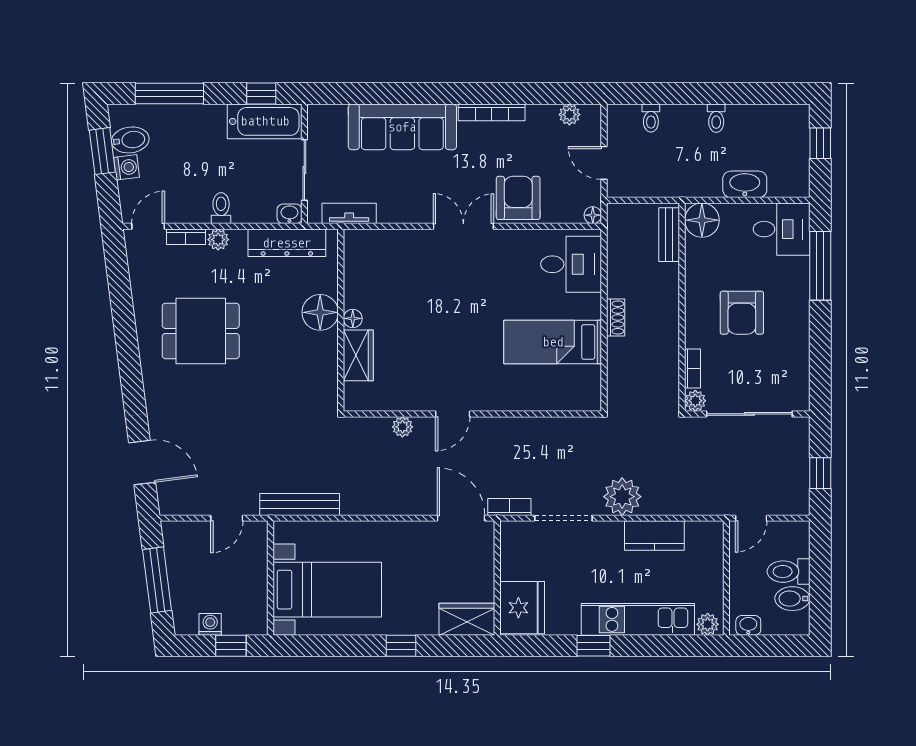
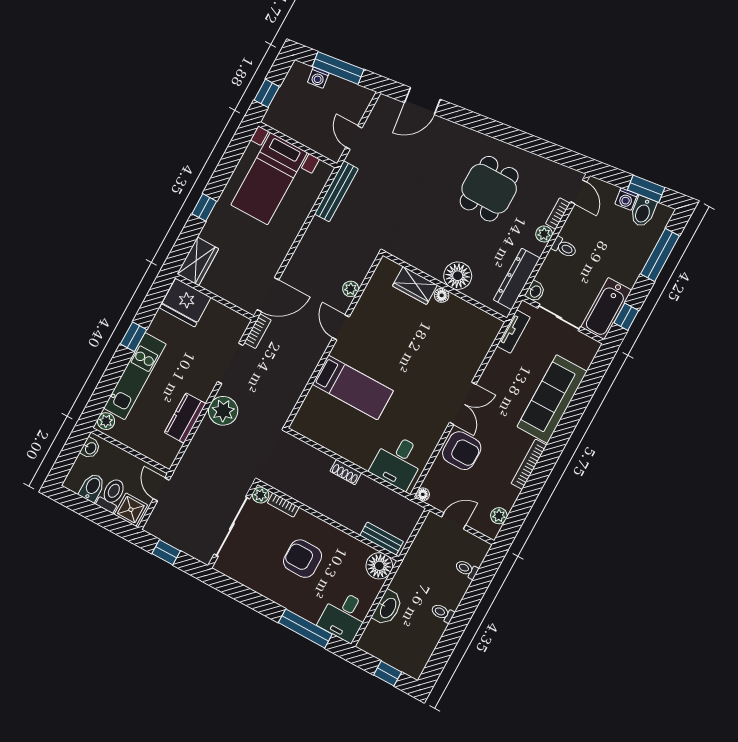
bed: (553, 342) -> (353, 387), moved, turned 90
shower: (793, 540) -> (131, 510), added
washing machine: (210, 624) -> (318, 78), moved, turned 83

